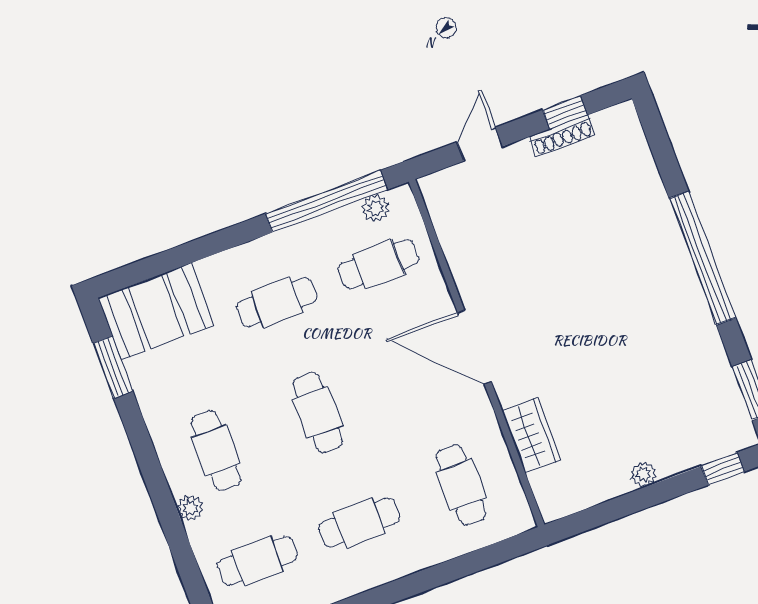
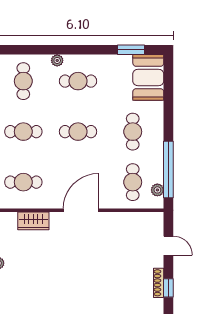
cafe table: (359, 523) -> (23, 132), turned 90

